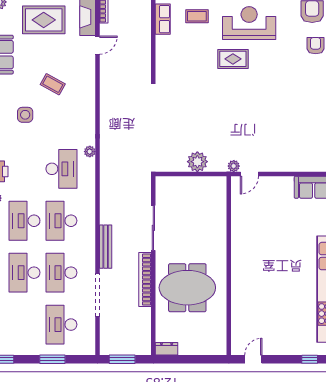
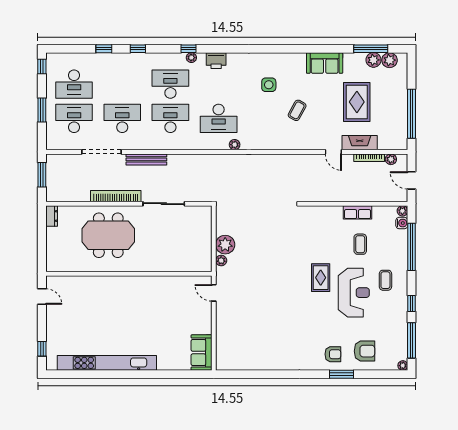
plant: (234, 166) -> (221, 261), moved
desk: (24, 273) -> (74, 84), moved, turned 180
meeting table: (187, 288) -> (108, 235), turned 90

